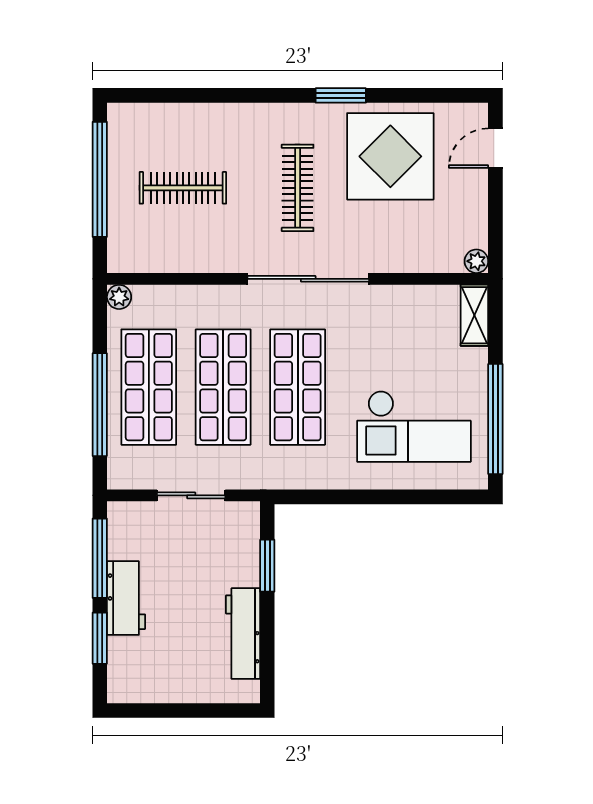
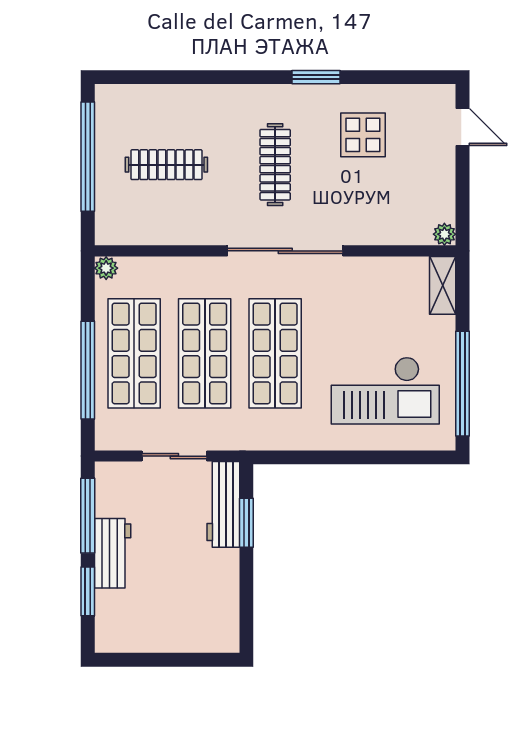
door: (495, 148) -> (462, 127), swing flipped
display table: (390, 156) -> (363, 135), width x0.54, depth x0.54
workbench: (243, 634) -> (223, 504), moved

